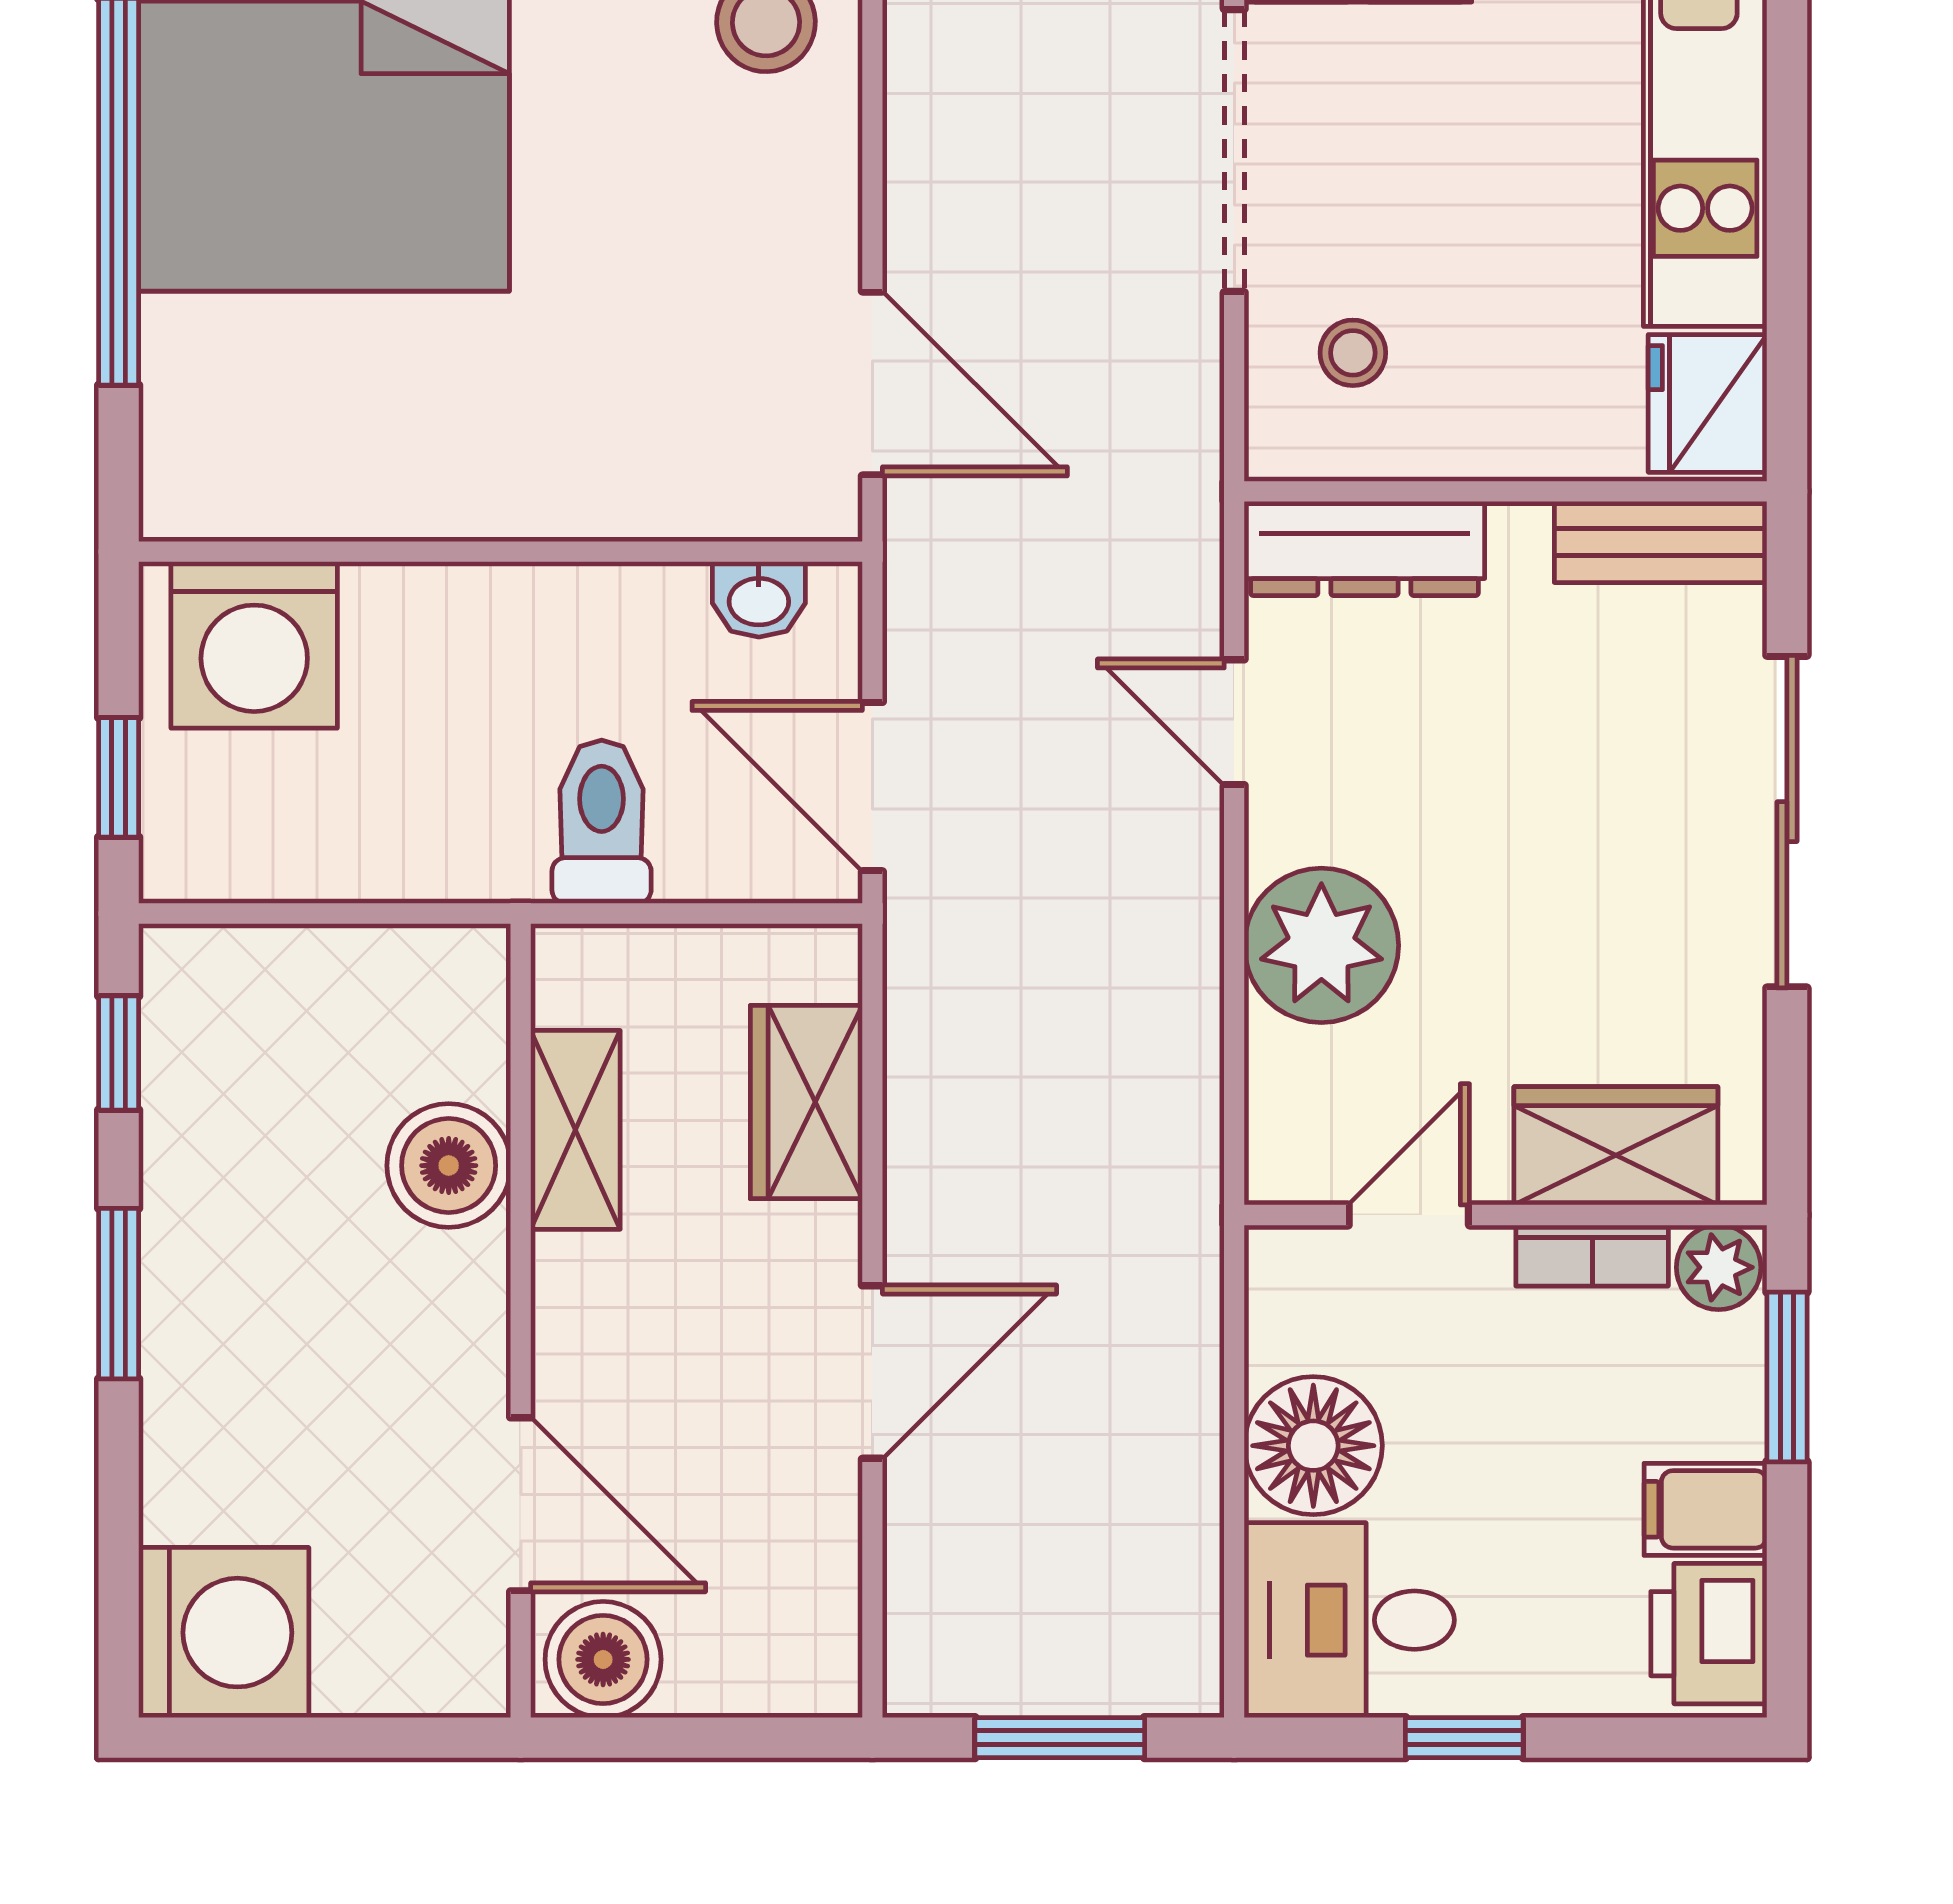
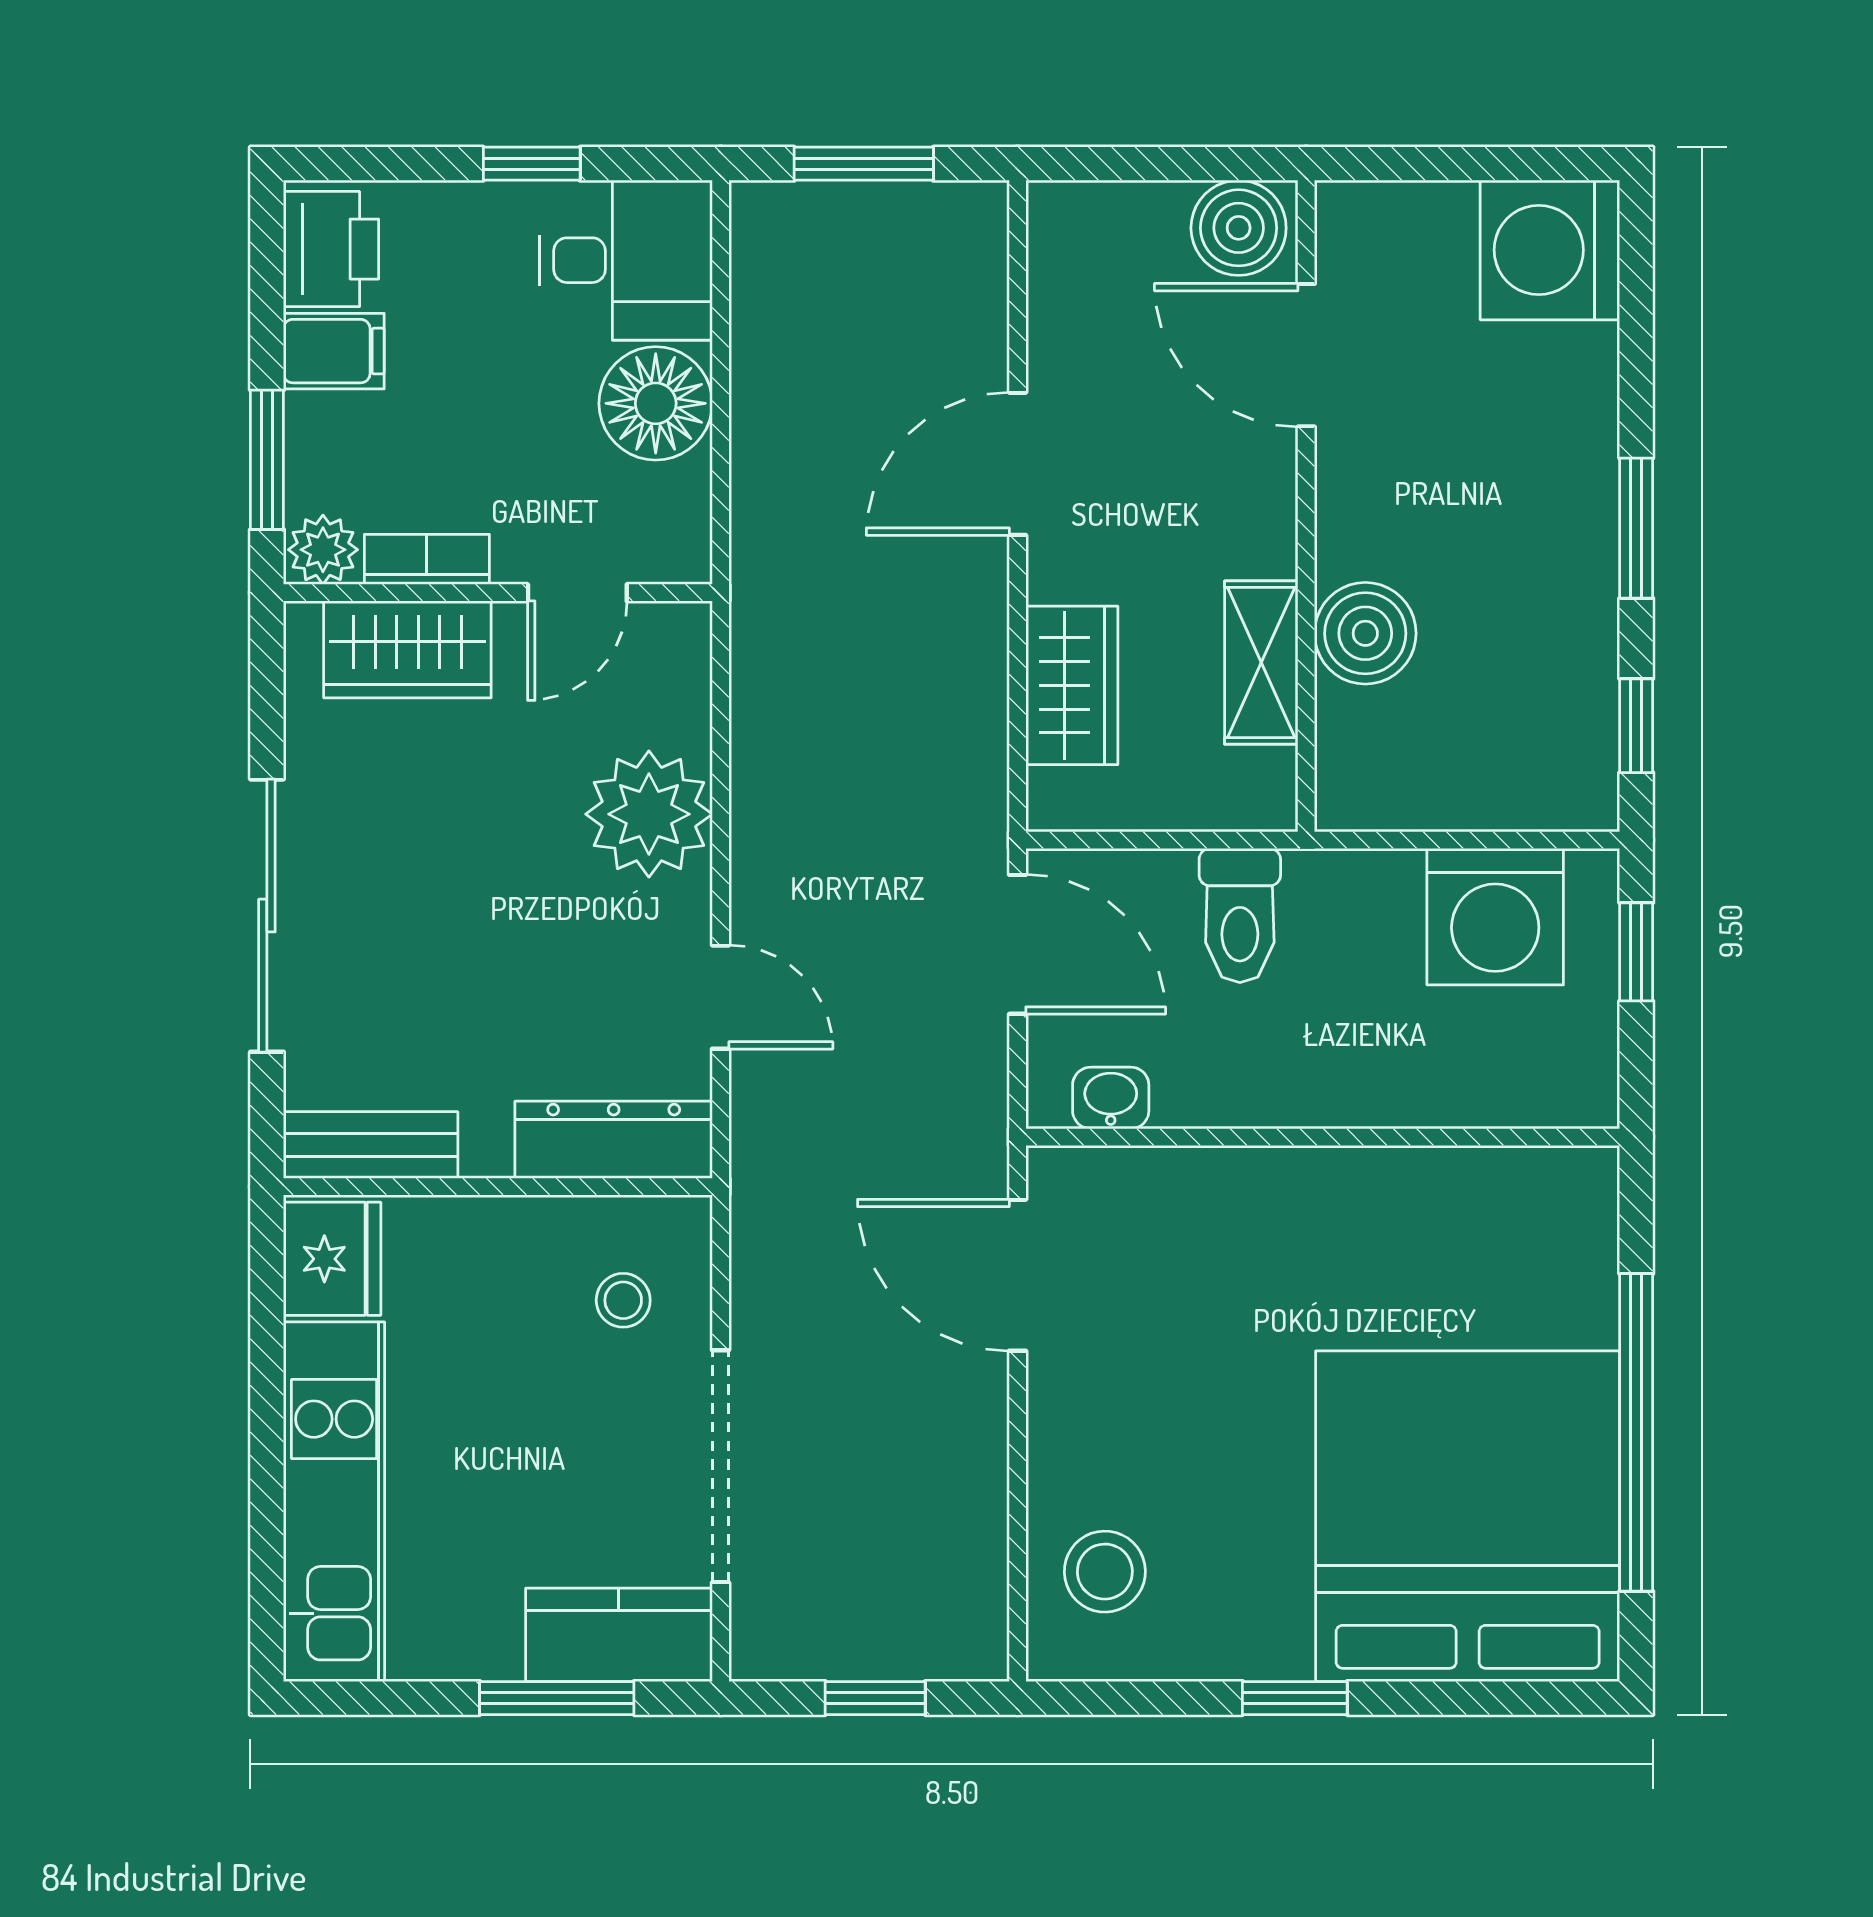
washing machine: (254, 645) -> (1495, 917), moved, turned 180

